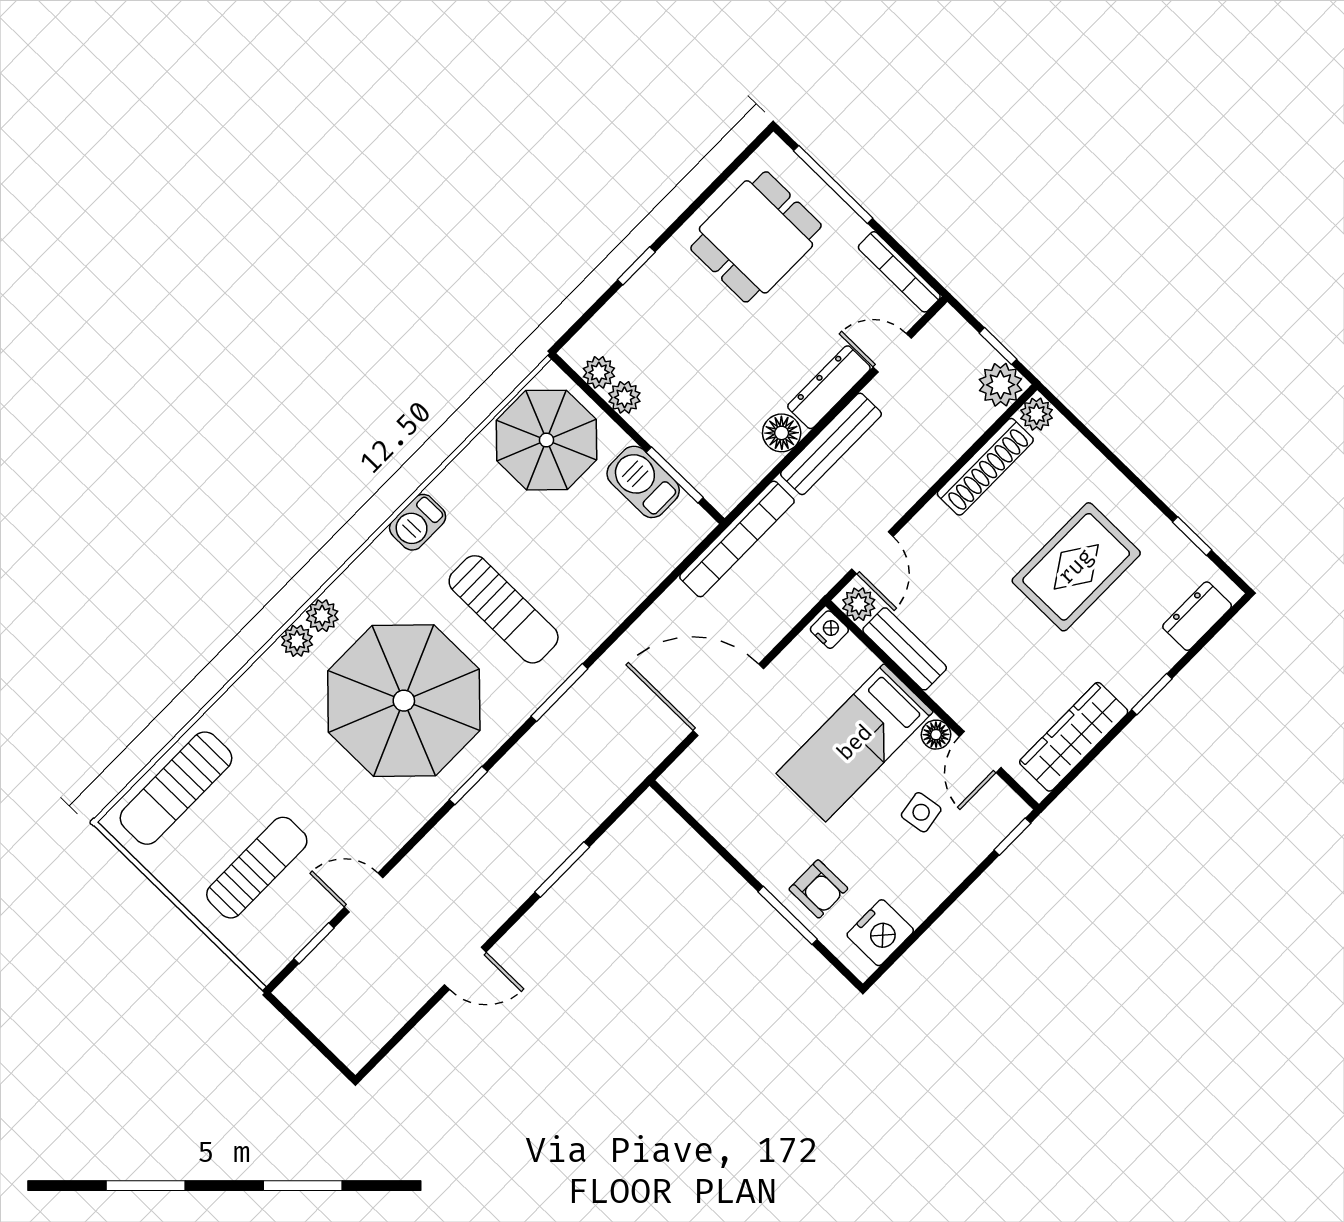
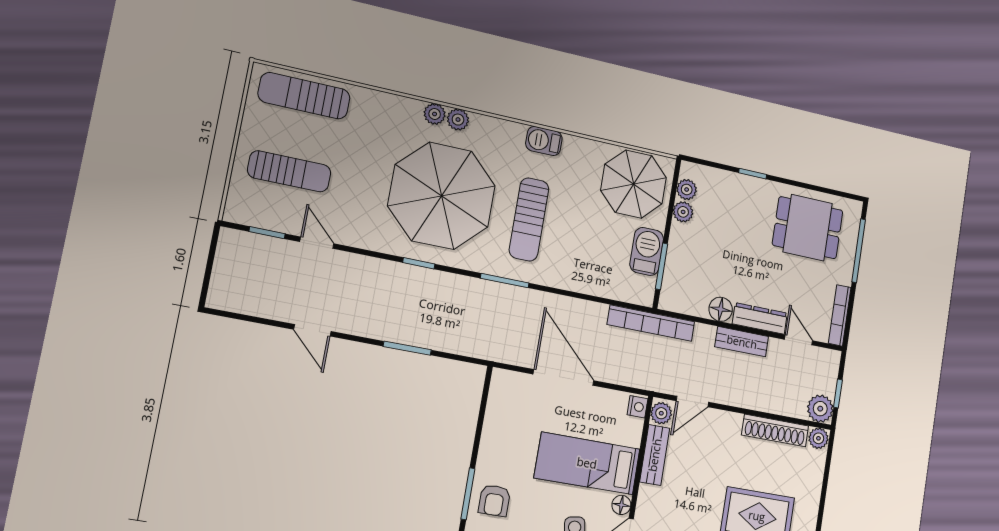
bench: (831, 444) -> (742, 342), width x0.73

